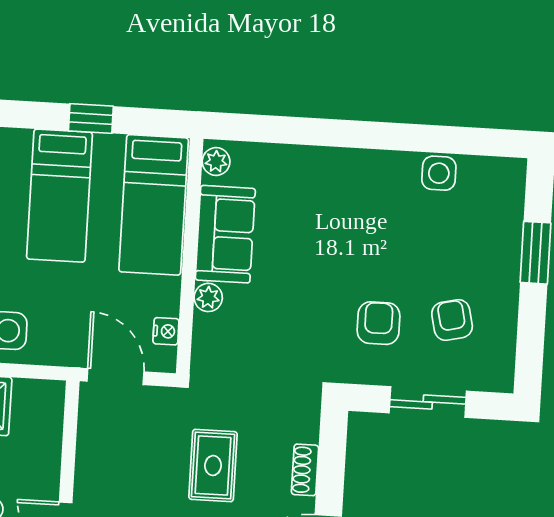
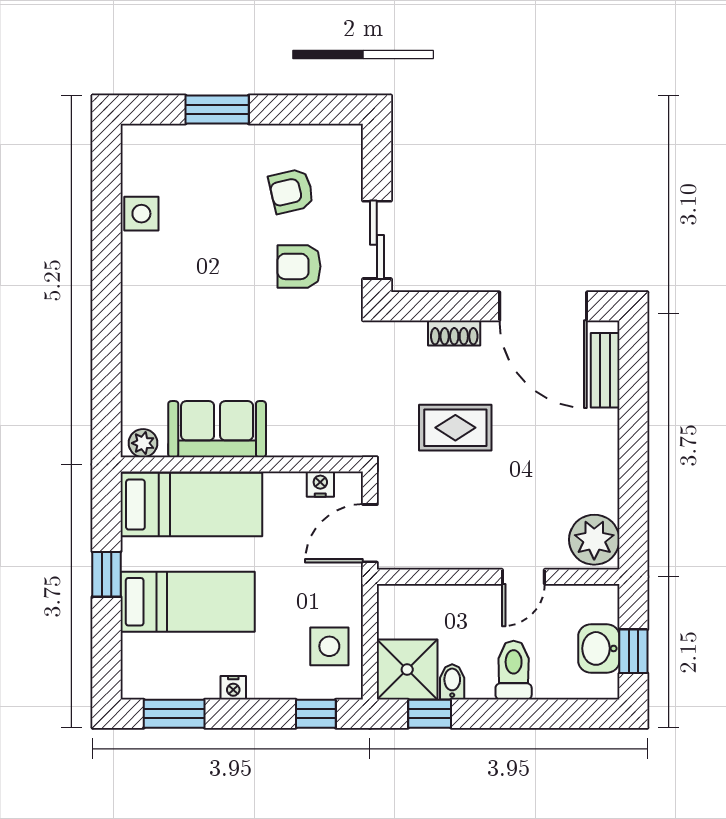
plant: (208, 297) -> (283, 443), removed
sliding door: (428, 402) -> (377, 240), moved

